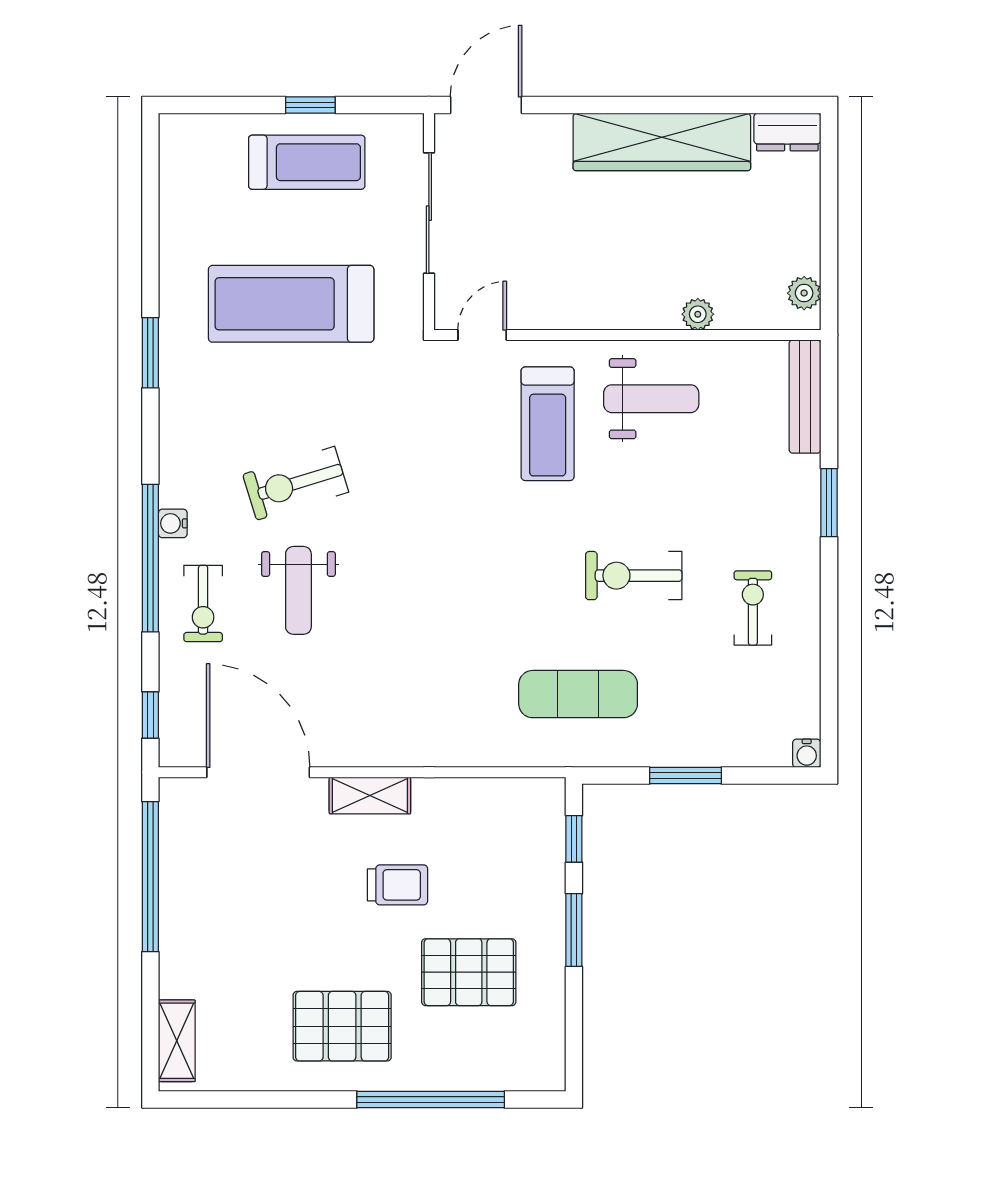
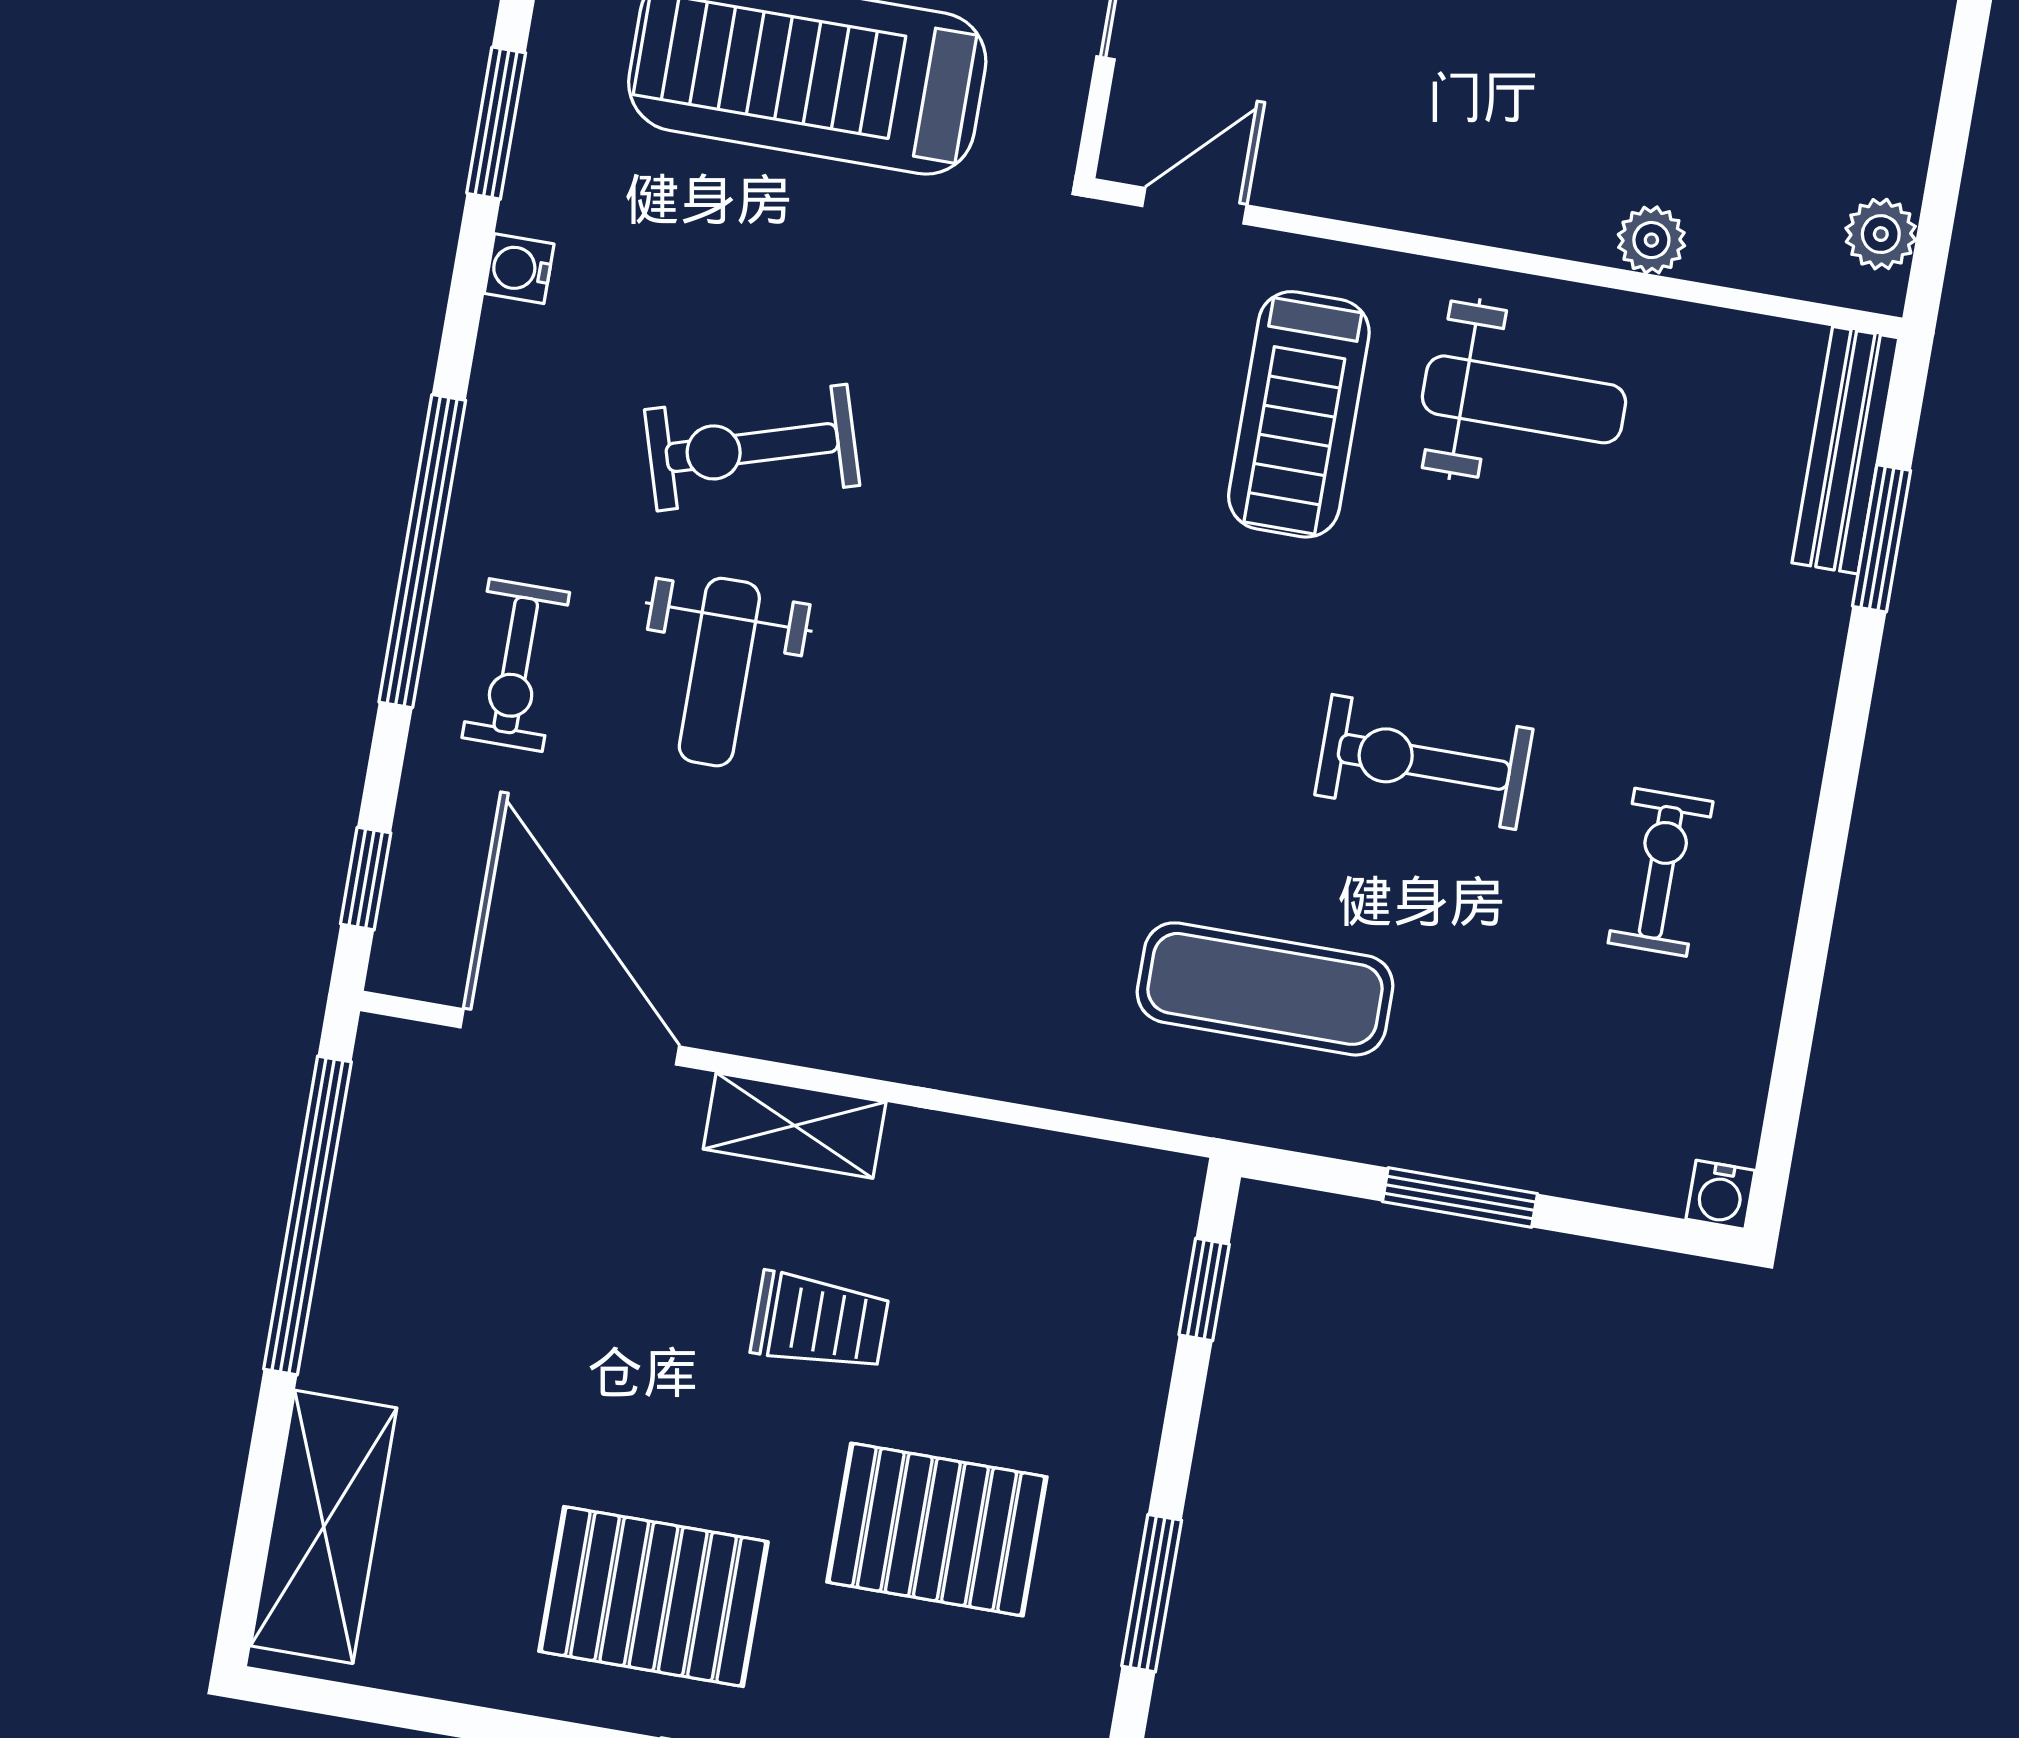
window: (829, 503) -> (1882, 538), moved
water cooler: (173, 523) -> (519, 269), moved
window: (574, 930) -> (1152, 1593), moved
shelving: (177, 1041) -> (324, 1527), width x1.50, depth x1.33

